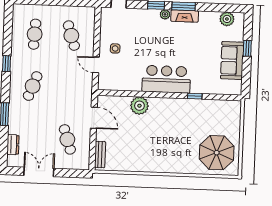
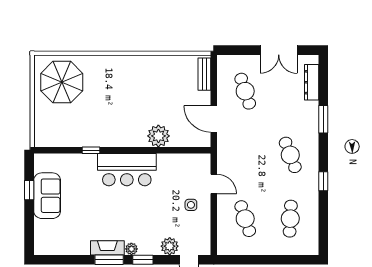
plant: (227, 19) -> (170, 246), moved
window: (247, 48) -> (29, 190), moved
cafe table: (33, 86) -> (290, 155), turned -42
dresser: (13, 145) -> (312, 82), width x1.44

